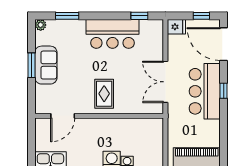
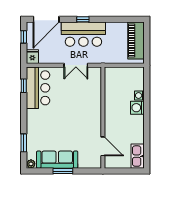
bar counter: (112, 34) -> (38, 88), moved
sofa: (46, 65) -> (57, 160), width x1.36
double door: (165, 82) -> (76, 65), width x0.73
rug: (104, 94) -> (85, 114), removed

